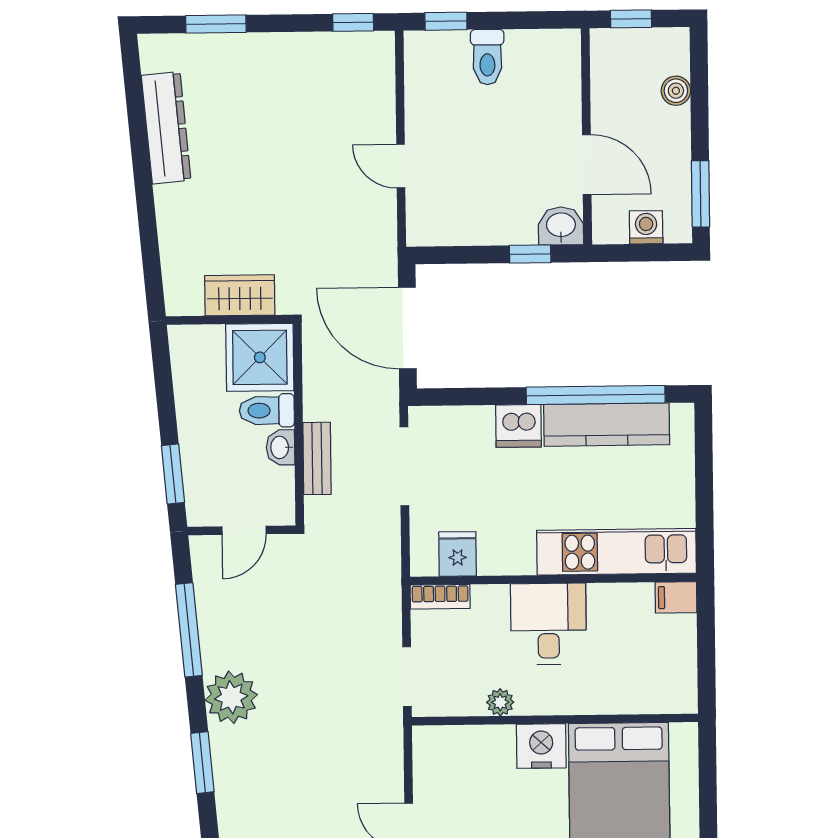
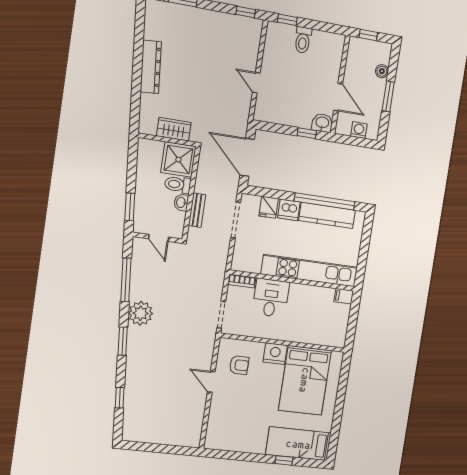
dresser: (166, 128) -> (151, 67), moved
window: (701, 194) -> (388, 96), moved
door: (244, 530) -> (159, 238), hinge flipped
kitchen unit: (617, 552) -> (309, 271), width x1.36
fridge: (458, 554) -> (269, 207), moved, turned 180
desk: (548, 624) -> (271, 298), moved
plant: (500, 702) -> (260, 332), removed
armchair: (465, 782) -> (239, 365), added

